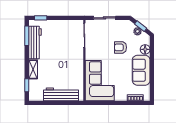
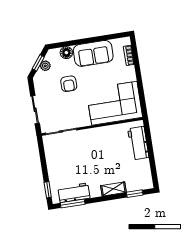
workbench: (35, 42) -> (74, 193), width x0.73
workbench: (61, 94) -> (138, 143), width x0.73

